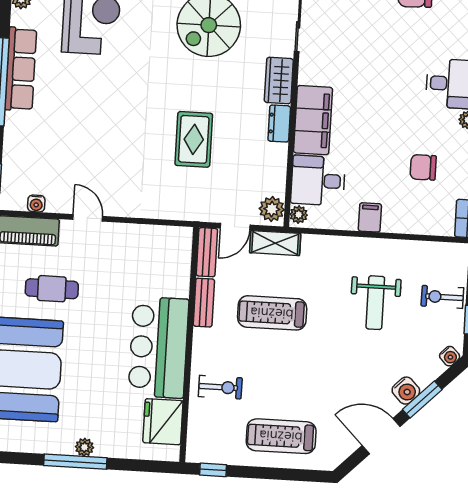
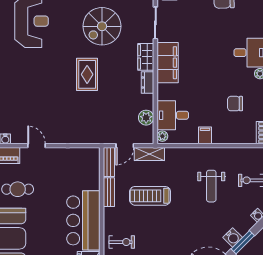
filing cabinet: (313, 120) -> (168, 63), moved
rug: (194, 139) -> (87, 74), moved
plant: (272, 209) -> (146, 118), moved

